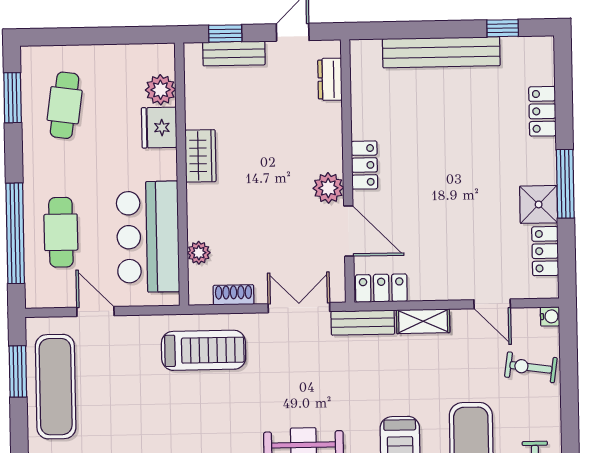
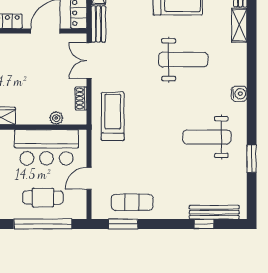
plant: (328, 188) -> (20, 42), removed
exercise mat: (56, 387) -> (132, 202), width x0.73, depth x0.69

